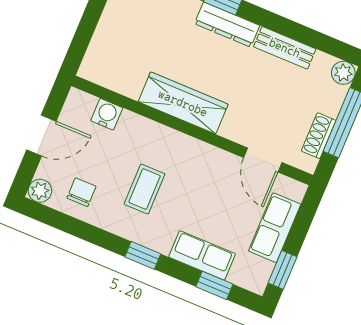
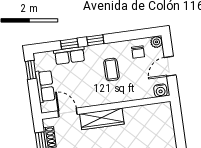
wardrobe: (183, 103) -> (102, 119), moved
water cooler: (107, 114) -> (160, 90), moved
window: (214, 285) -> (69, 44), moved

